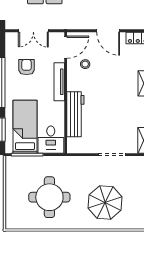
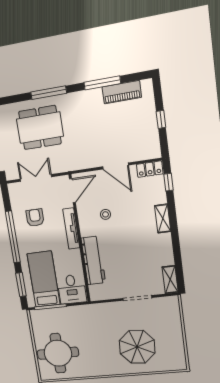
double door: (33, 31) -> (36, 178), swing flipped
stool: (85, 64) -> (105, 214), moved
round table: (49, 197) -> (58, 353), moved

